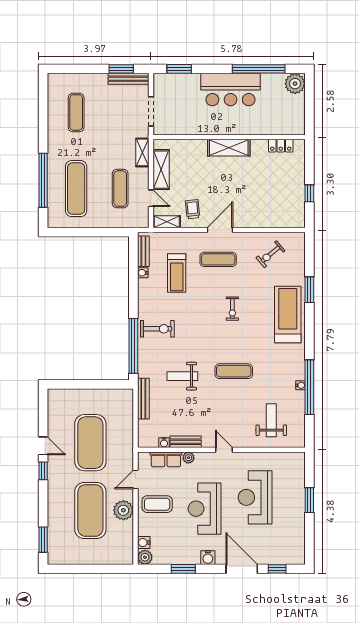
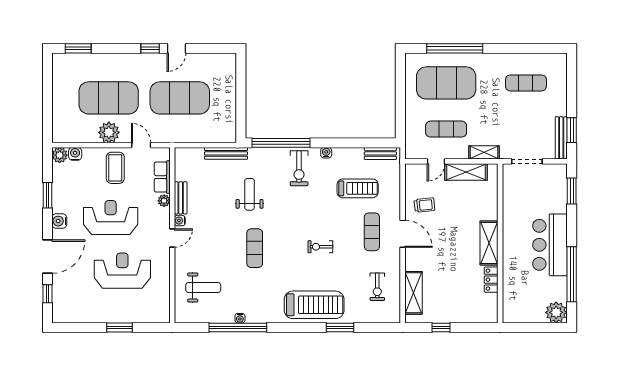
locker: (281, 146) -> (491, 280), moved
exercise mat: (76, 189) -> (446, 83), width x1.47
shelving: (167, 222) -> (413, 293), moved, width x1.50, depth x1.33
exercise bike: (270, 254) -> (377, 287), turned -140
water cooler: (143, 273) -> (326, 153), moved
treadmill: (177, 273) -> (358, 188), turned 180
water cooler: (164, 443) -> (180, 221), moved

